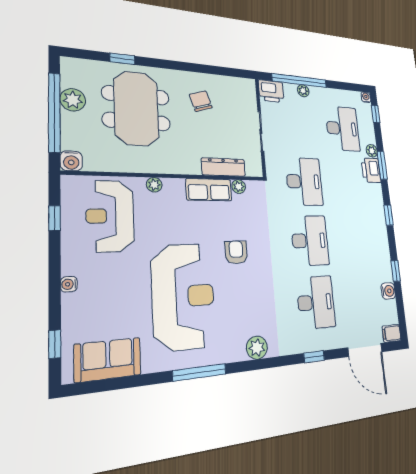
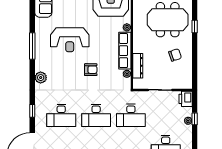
window: (122, 59) -> (195, 27), moved
window: (300, 81) -> (195, 119), width x0.32
row of seats: (209, 190) -> (125, 51), width x1.48
reception desk: (183, 296) -> (70, 40), width x0.74, depth x0.77

